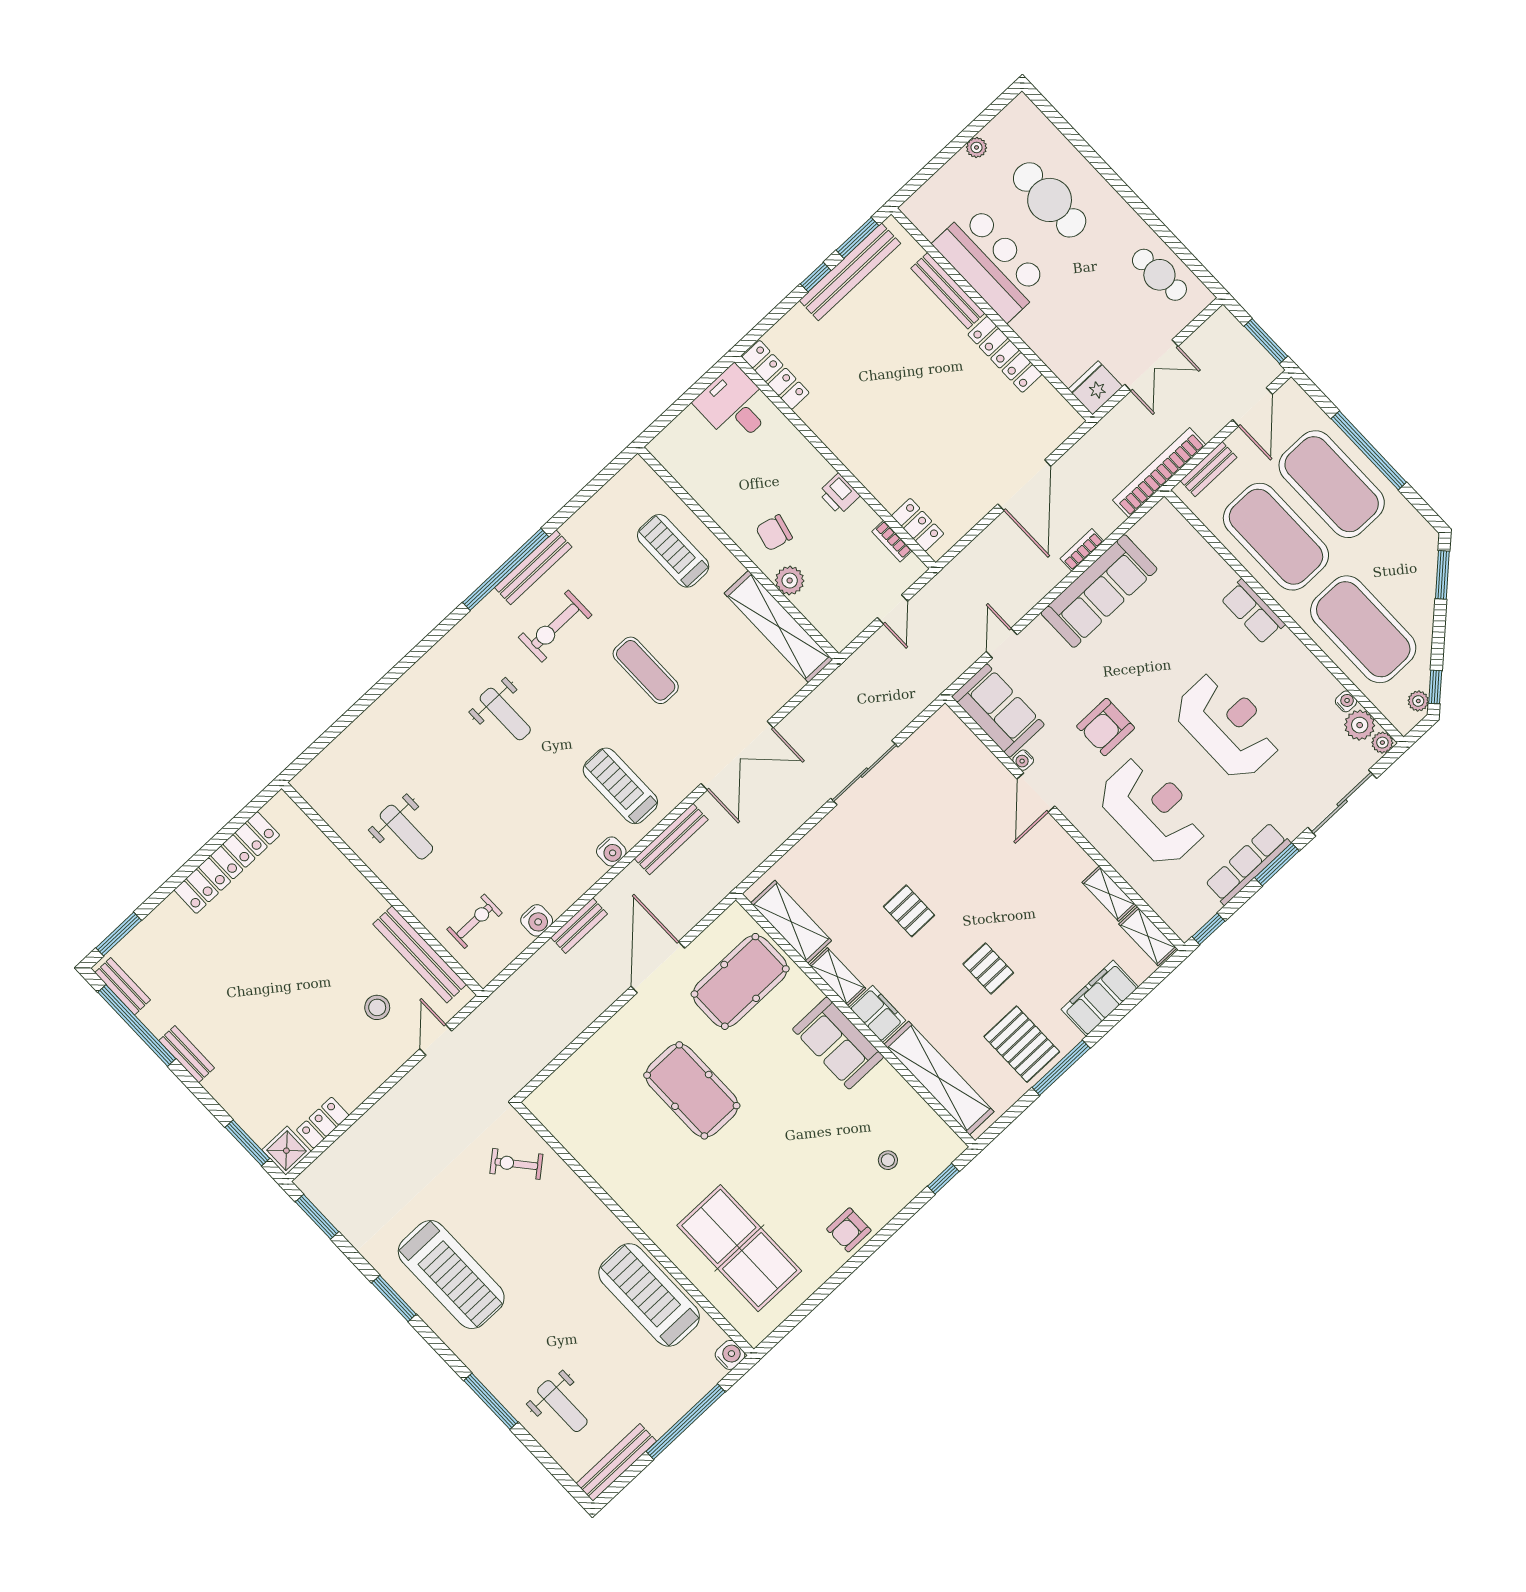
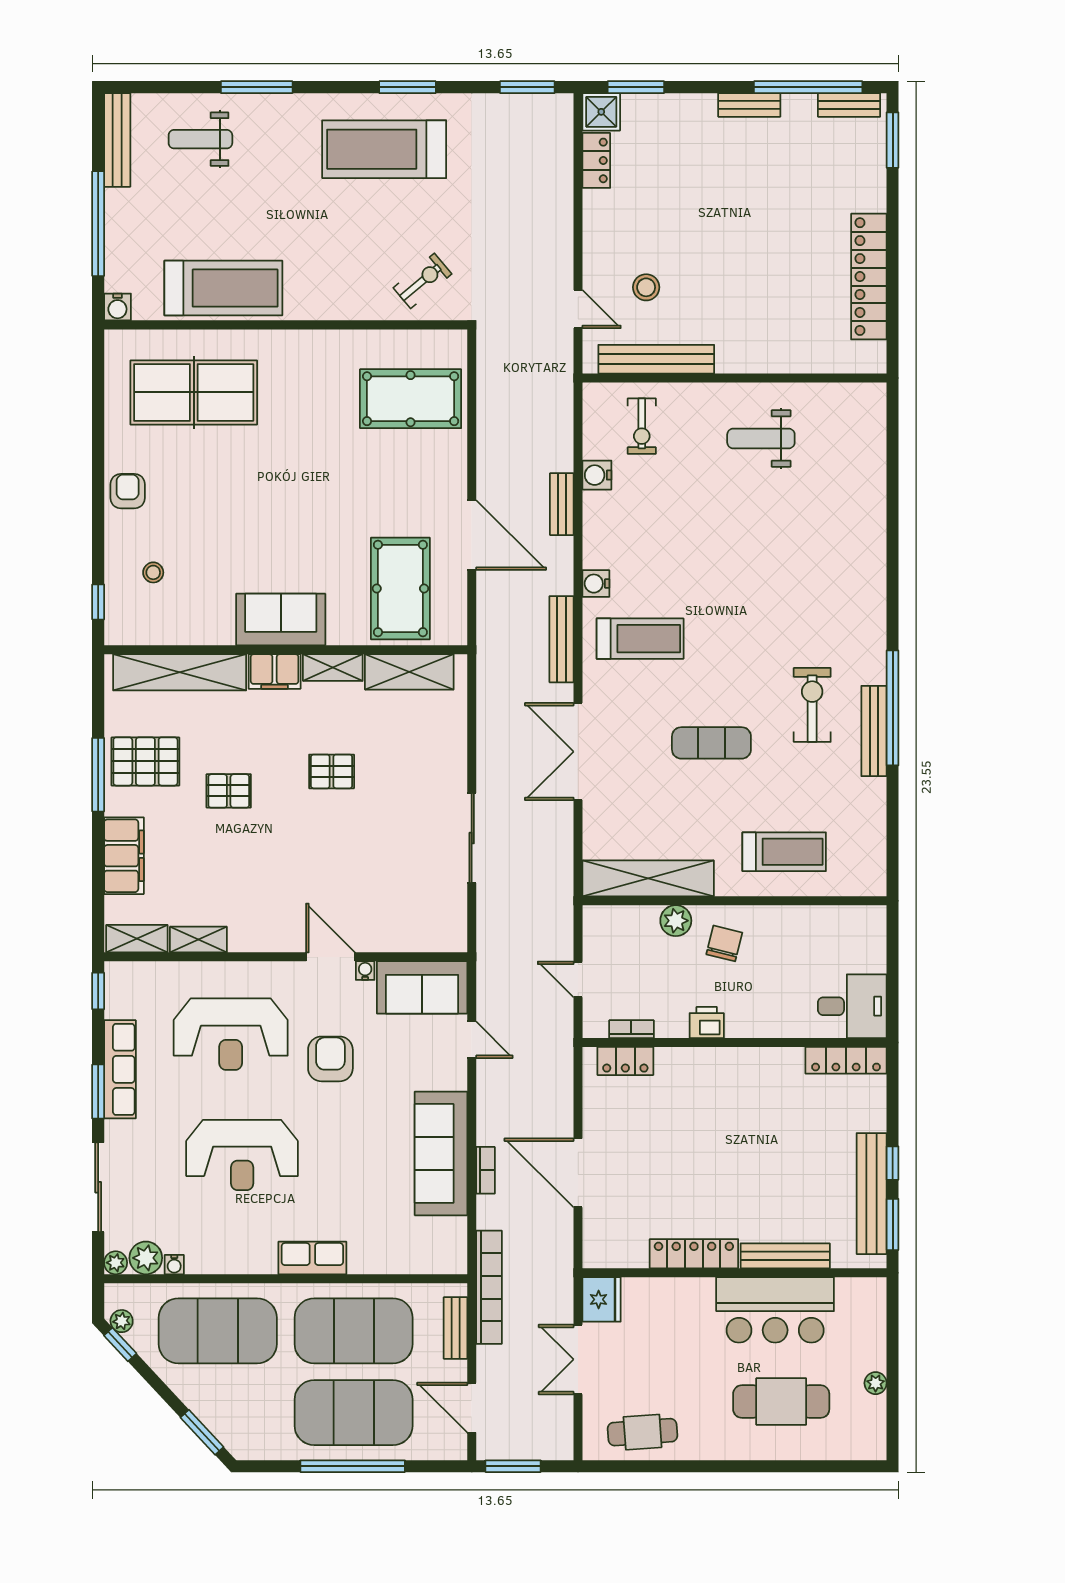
weight bench: (505, 714) -> (780, 602), removed
pool table: (692, 1090) -> (411, 399), moved

